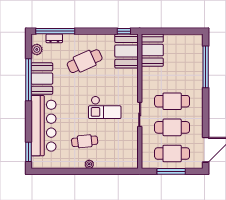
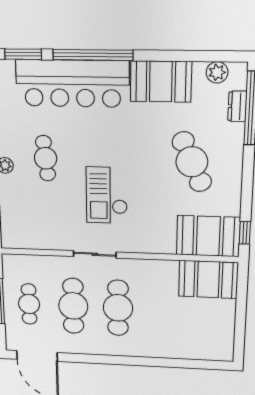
window: (206, 67) -> (176, 363), removed
window: (29, 80) -> (93, 55), moved
cafe table: (172, 153) -> (29, 304), width x0.73, depth x0.74

